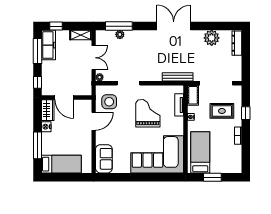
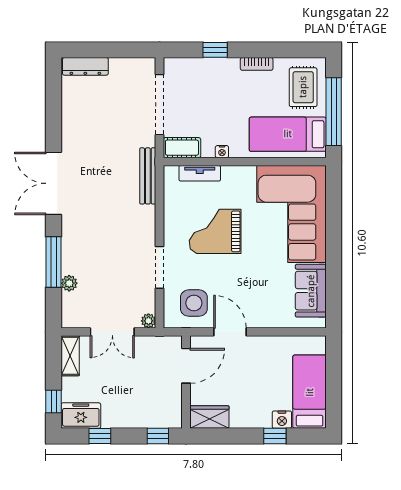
window: (119, 26) -> (54, 262), moved
plant: (212, 38) -> (75, 113), removed
freezer: (48, 45) -> (81, 416), width x0.71
window: (37, 51) -> (100, 436), width x0.46
double door: (94, 58) -> (112, 332), swing flipped
door: (64, 98) -> (186, 366), moved
rug: (222, 111) -> (303, 87), moved
nightstand: (46, 127) -> (282, 420), moved
window: (37, 145) -> (275, 436), width x0.46
sofa: (104, 159) -> (311, 291), moved, turned -90
window: (212, 177) -> (334, 112), width x2.11

